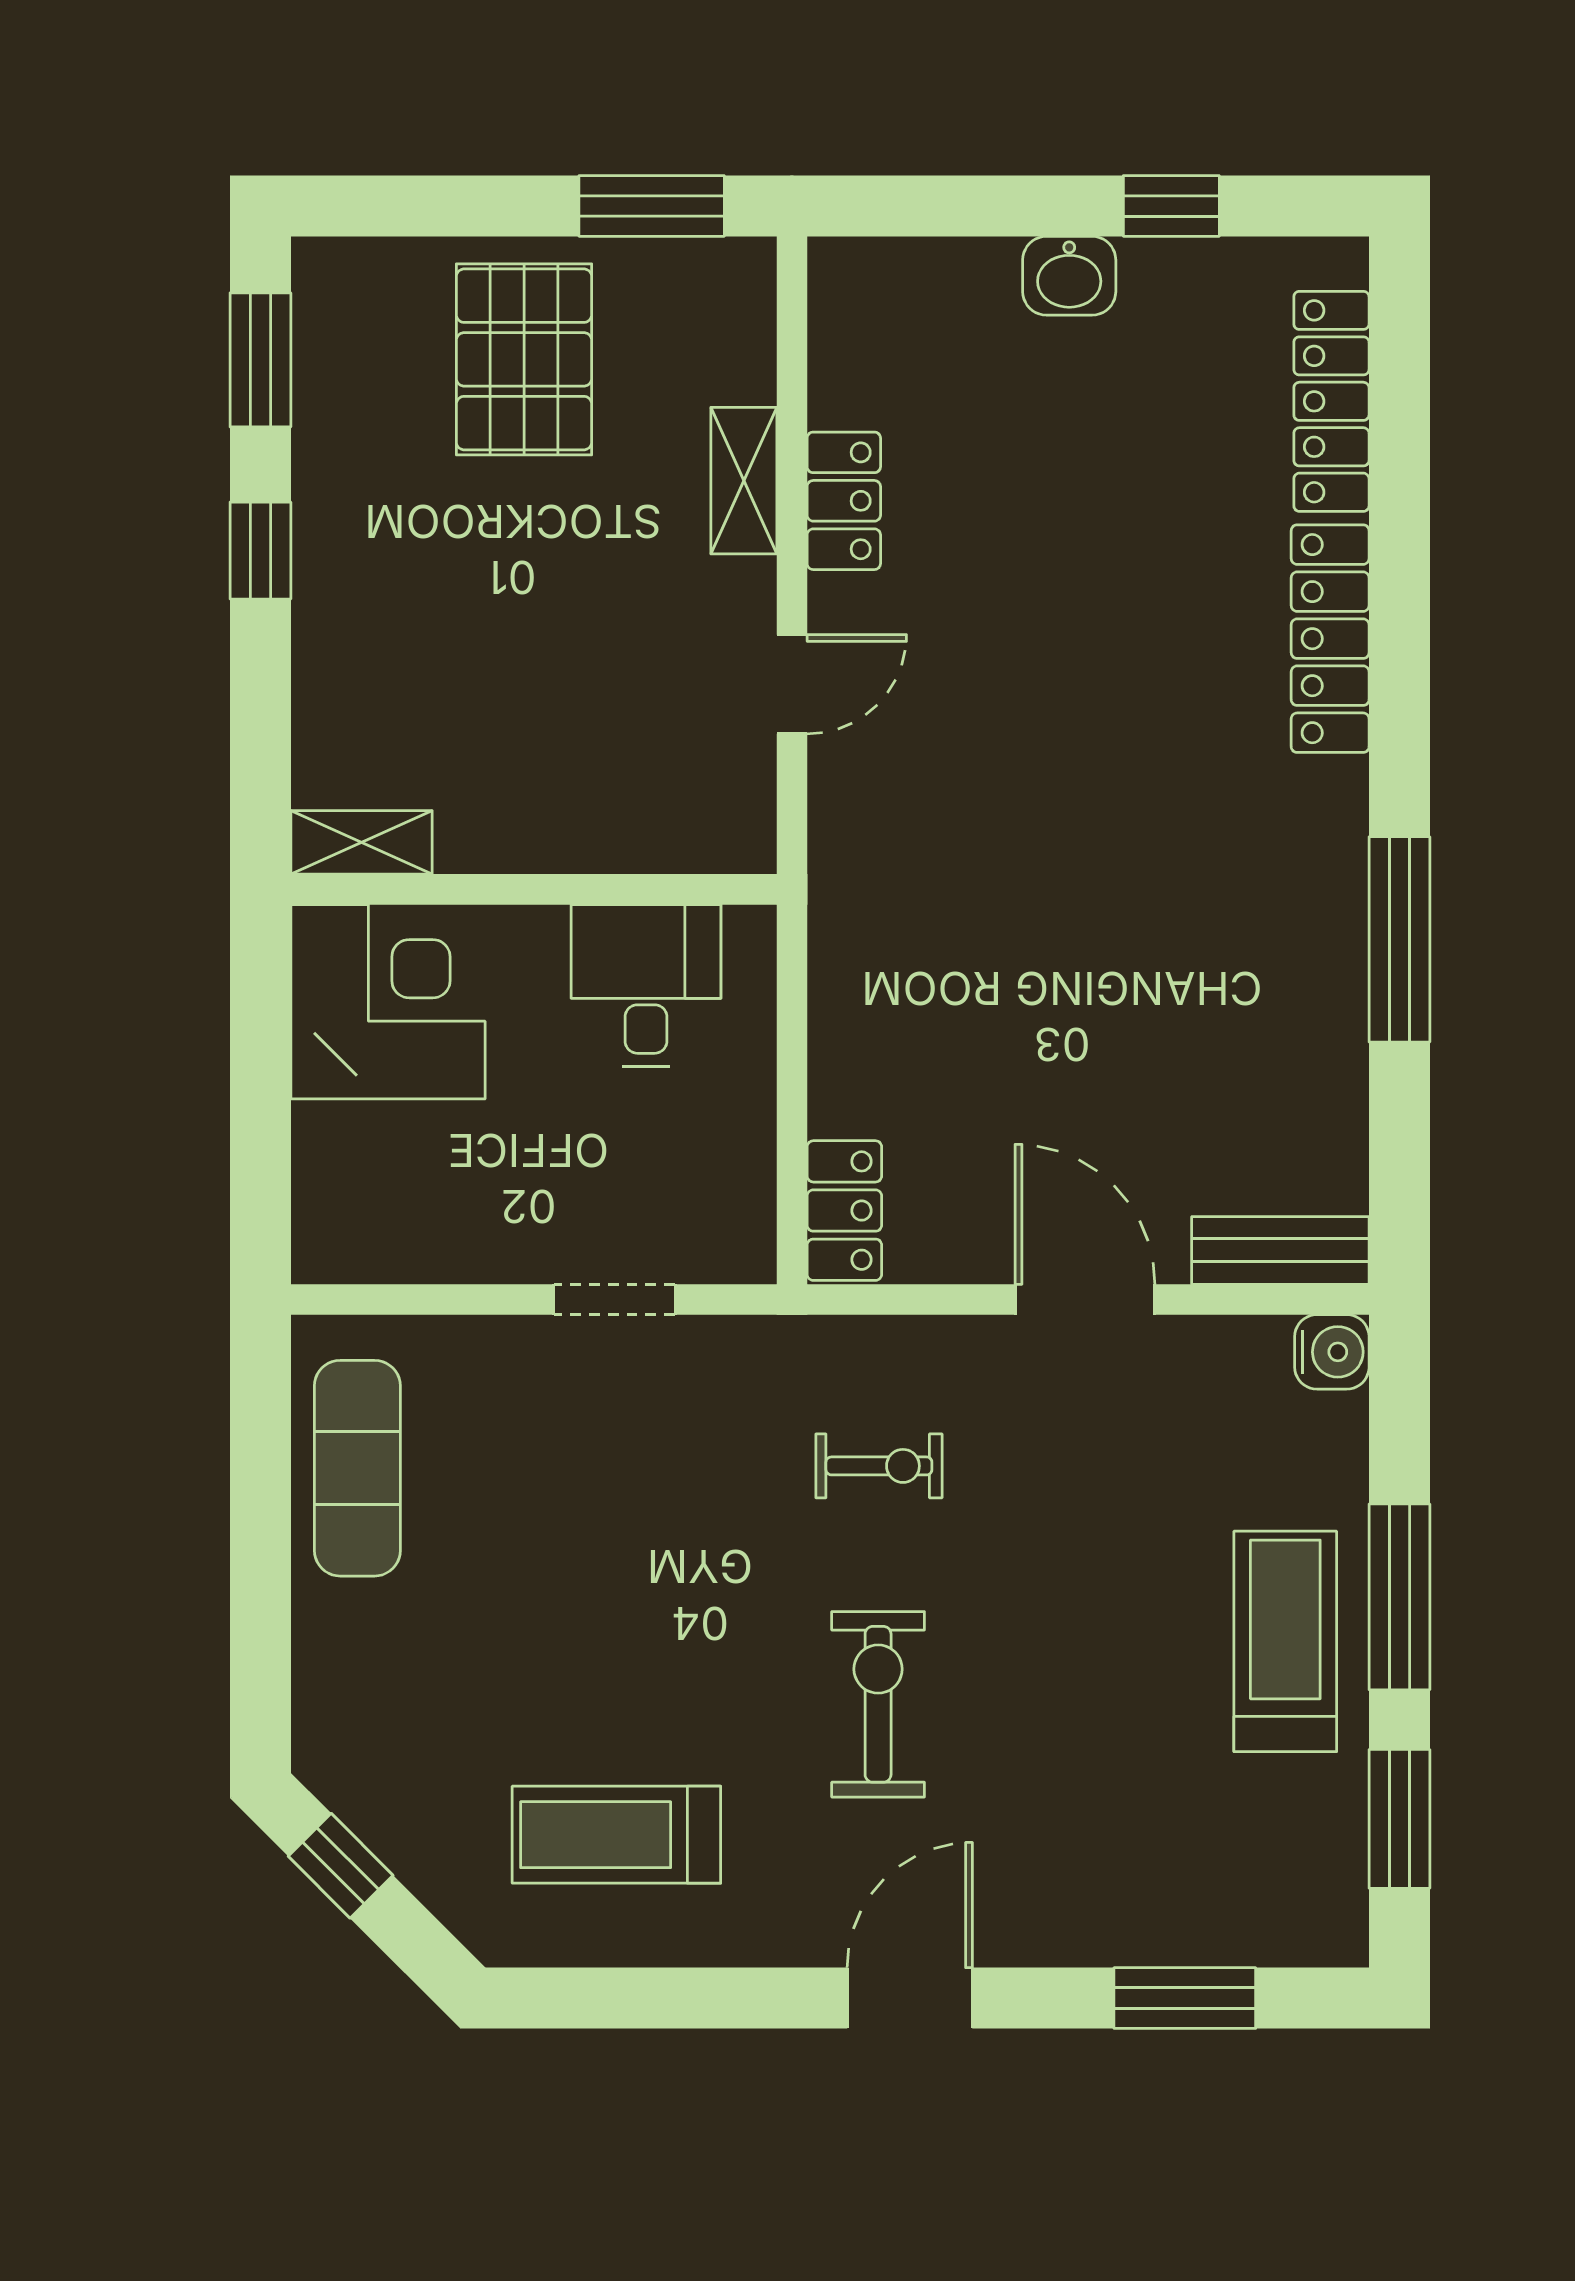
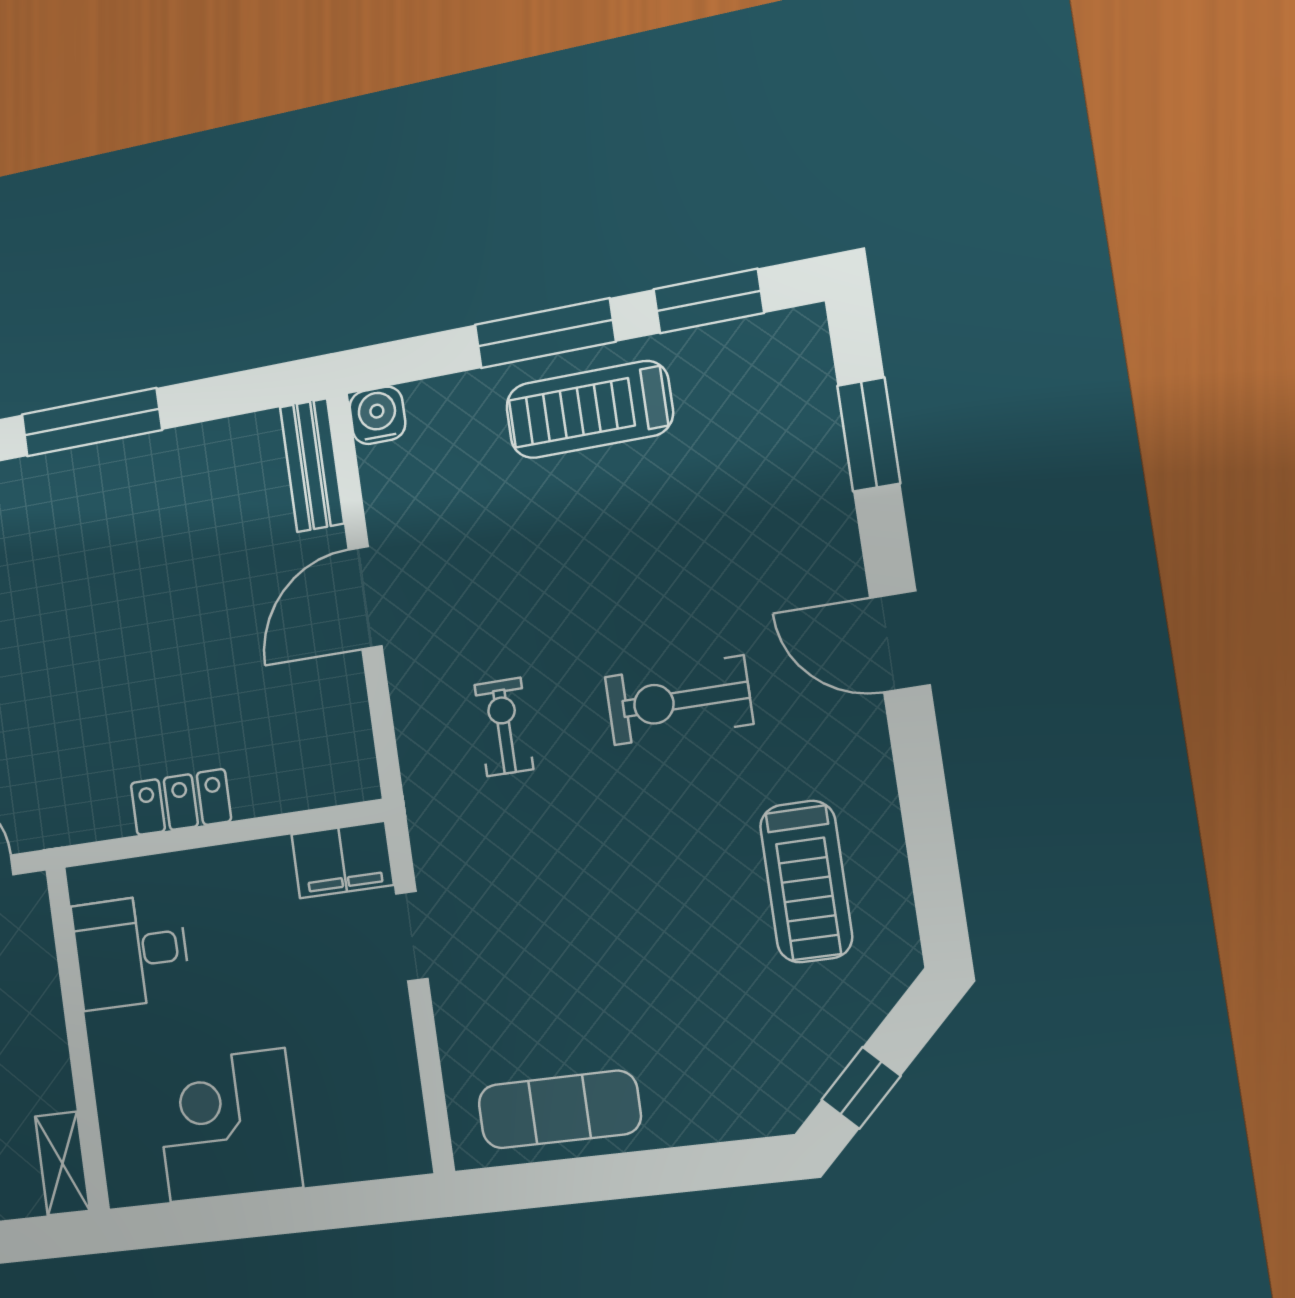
shelving: (361, 842) -> (62, 1163), moved
wall: (534, 889) -> (78, 1039), moved
desk: (646, 985) -> (131, 952), moved
locker: (844, 1211) -> (181, 802), moved
filing cabinet: (732, 1217) -> (342, 860), added

